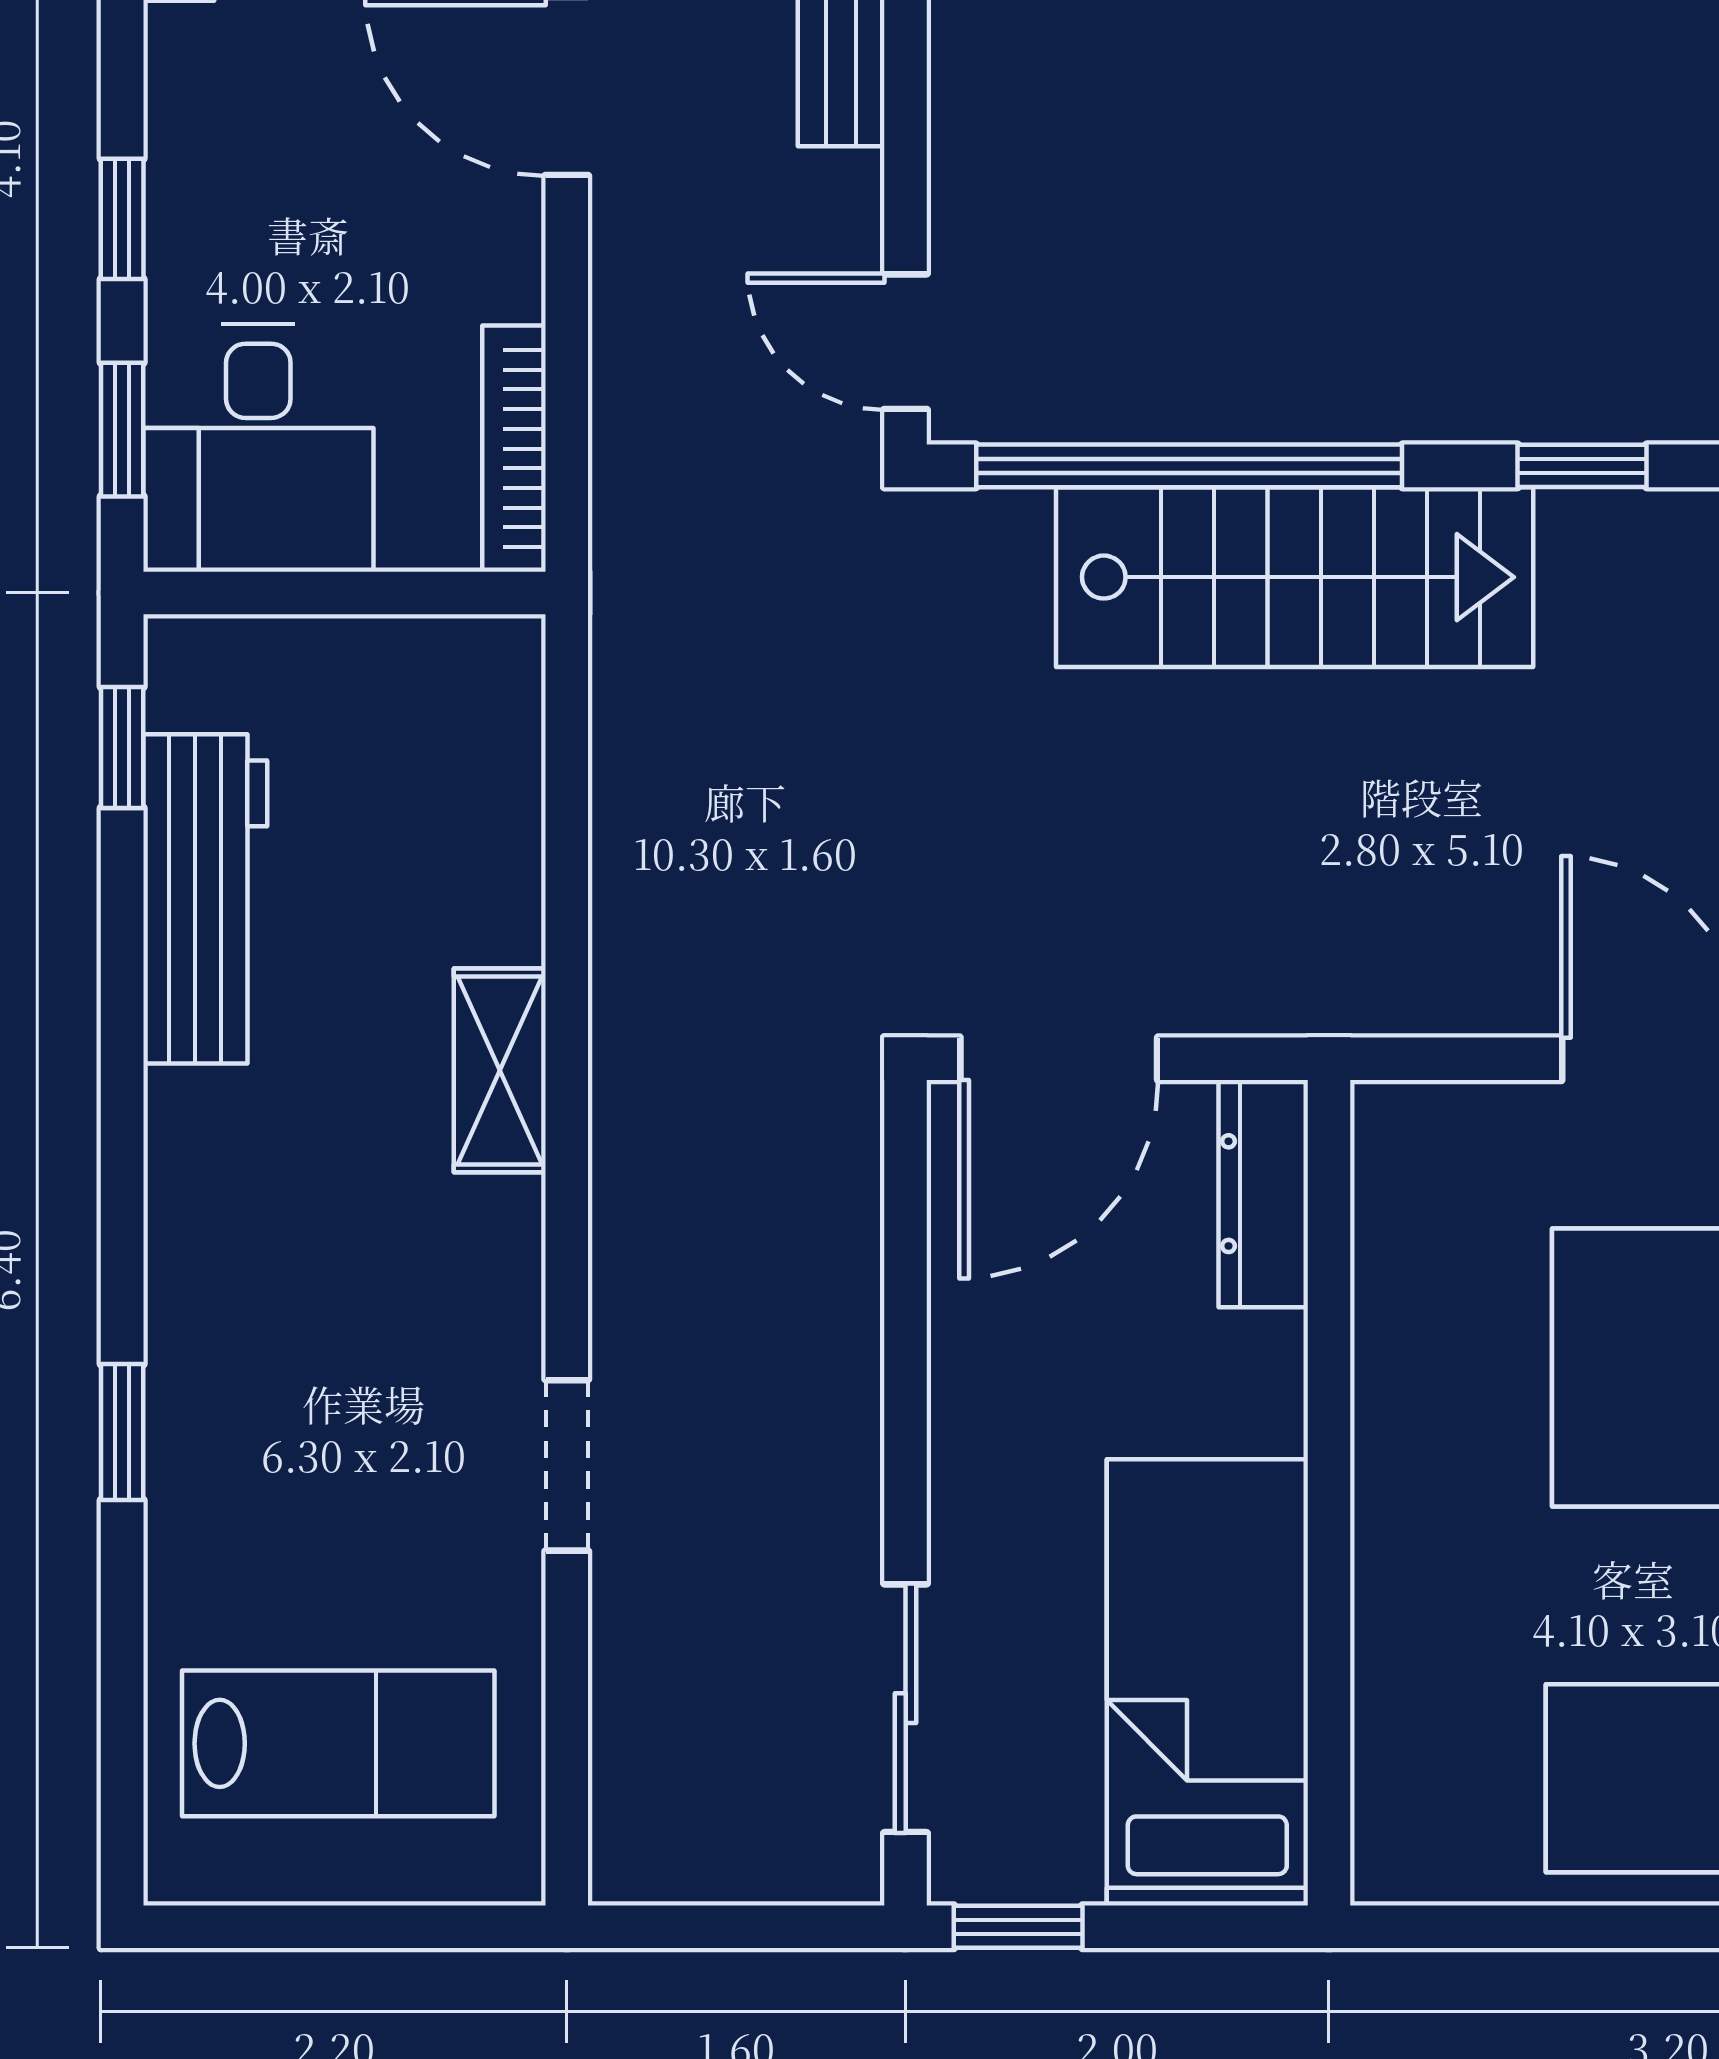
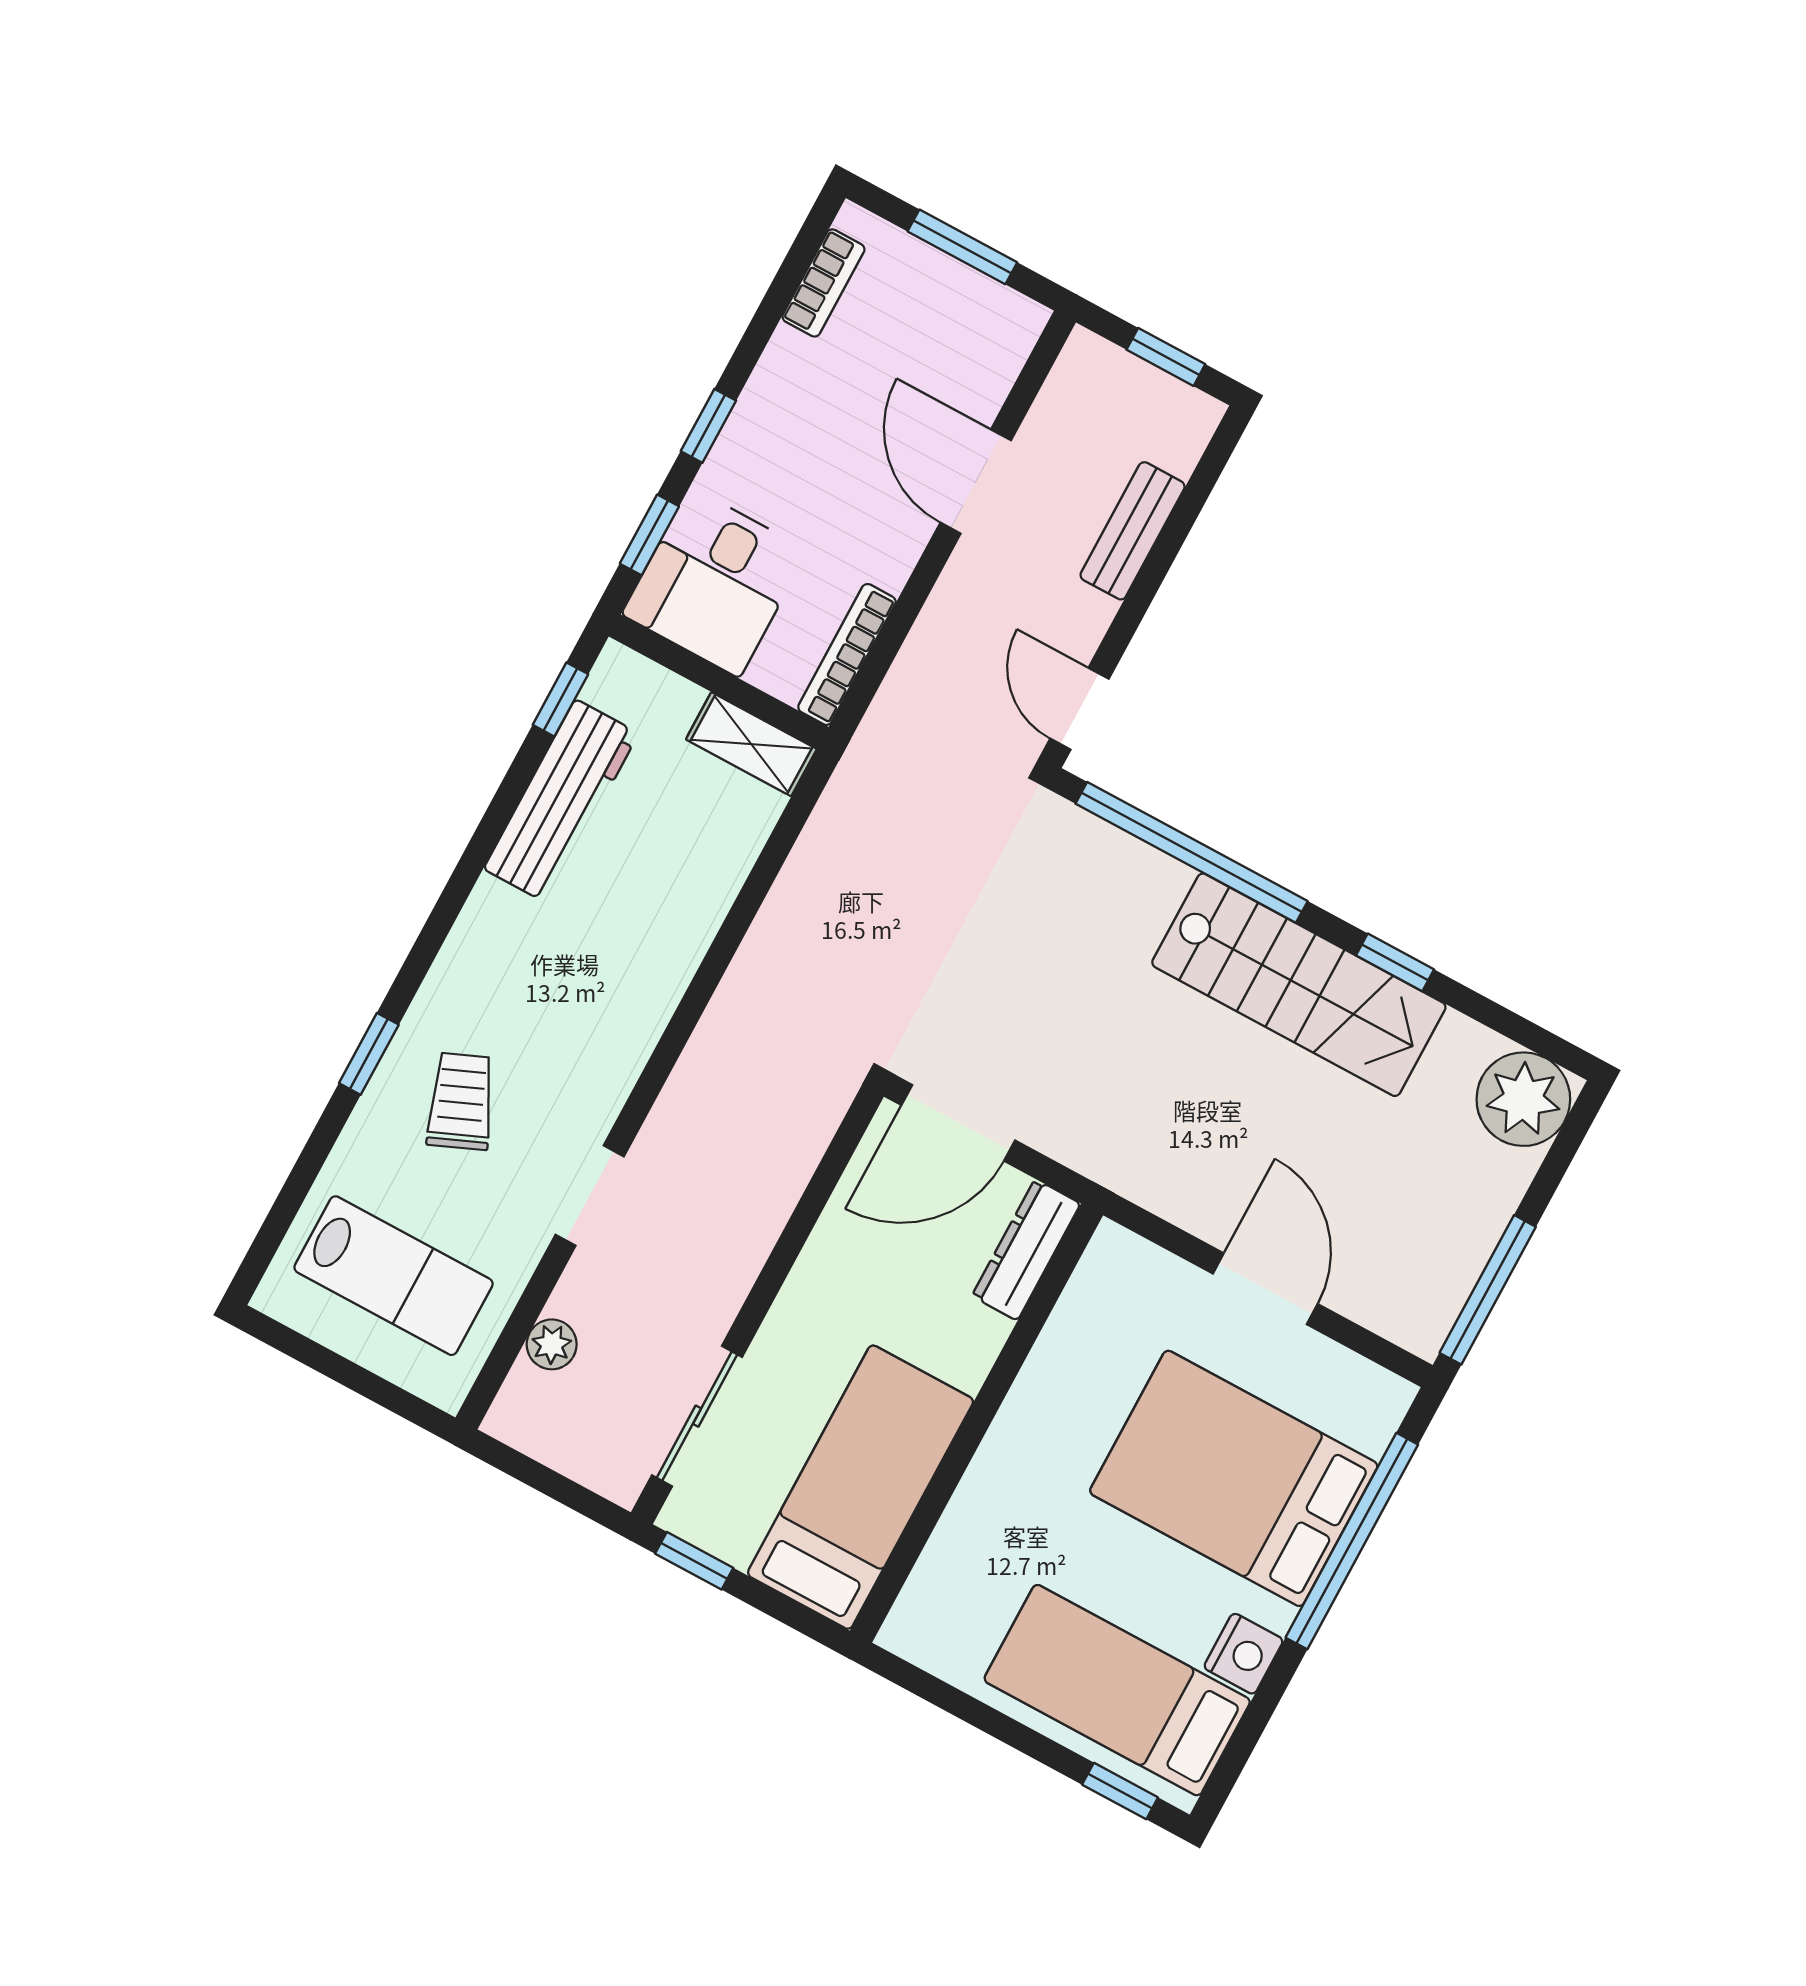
stairs: (1295, 577) -> (1299, 985), moved
shelving: (500, 1070) -> (751, 744), moved, turned 90
trolley: (298, 1428) -> (461, 1101), added
plant: (630, 1718) -> (552, 1344), added

